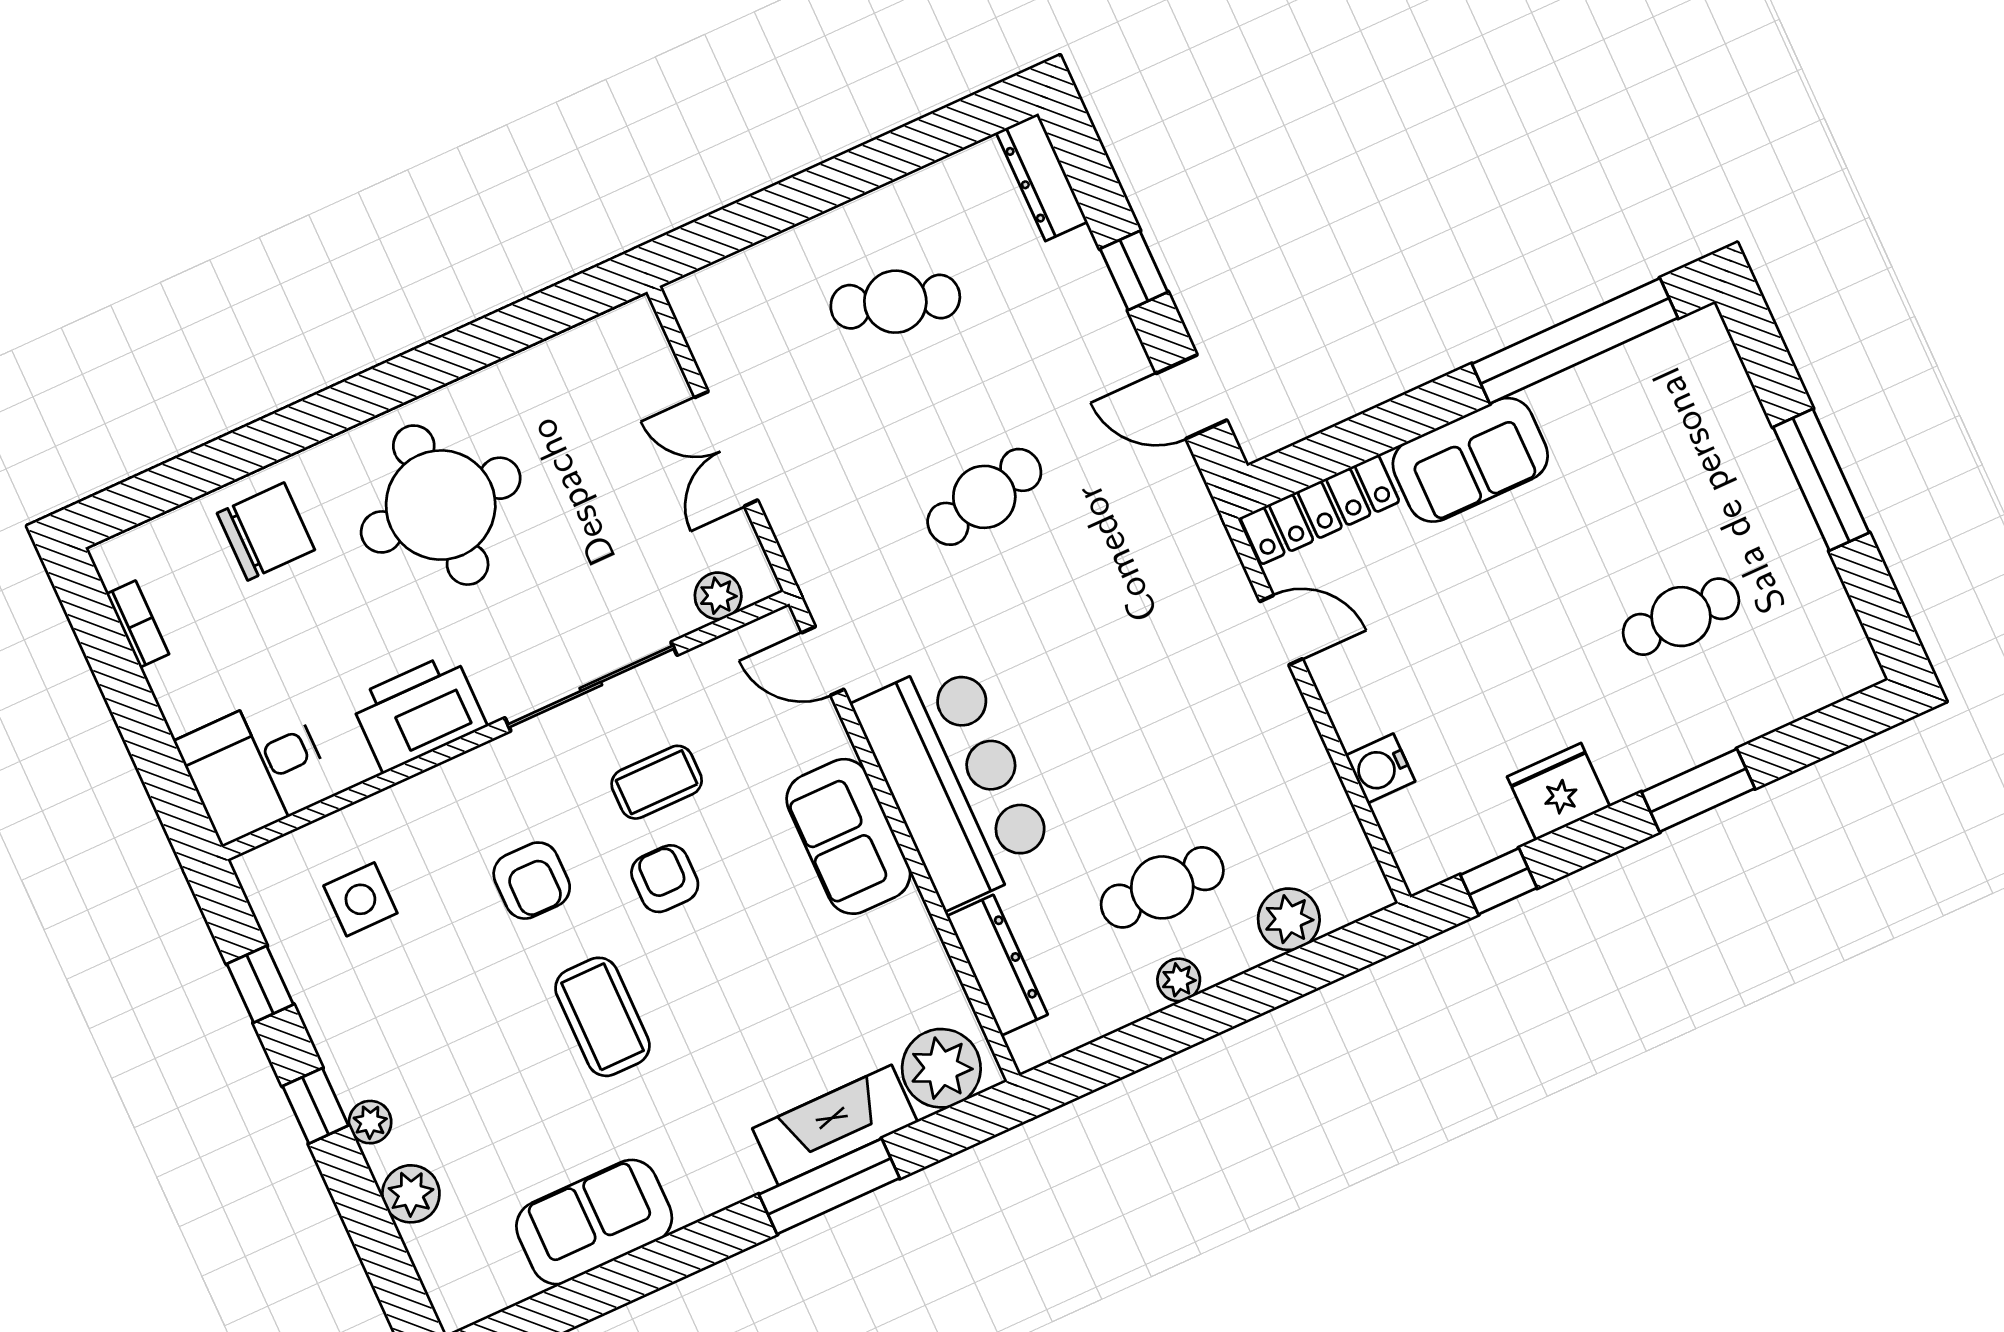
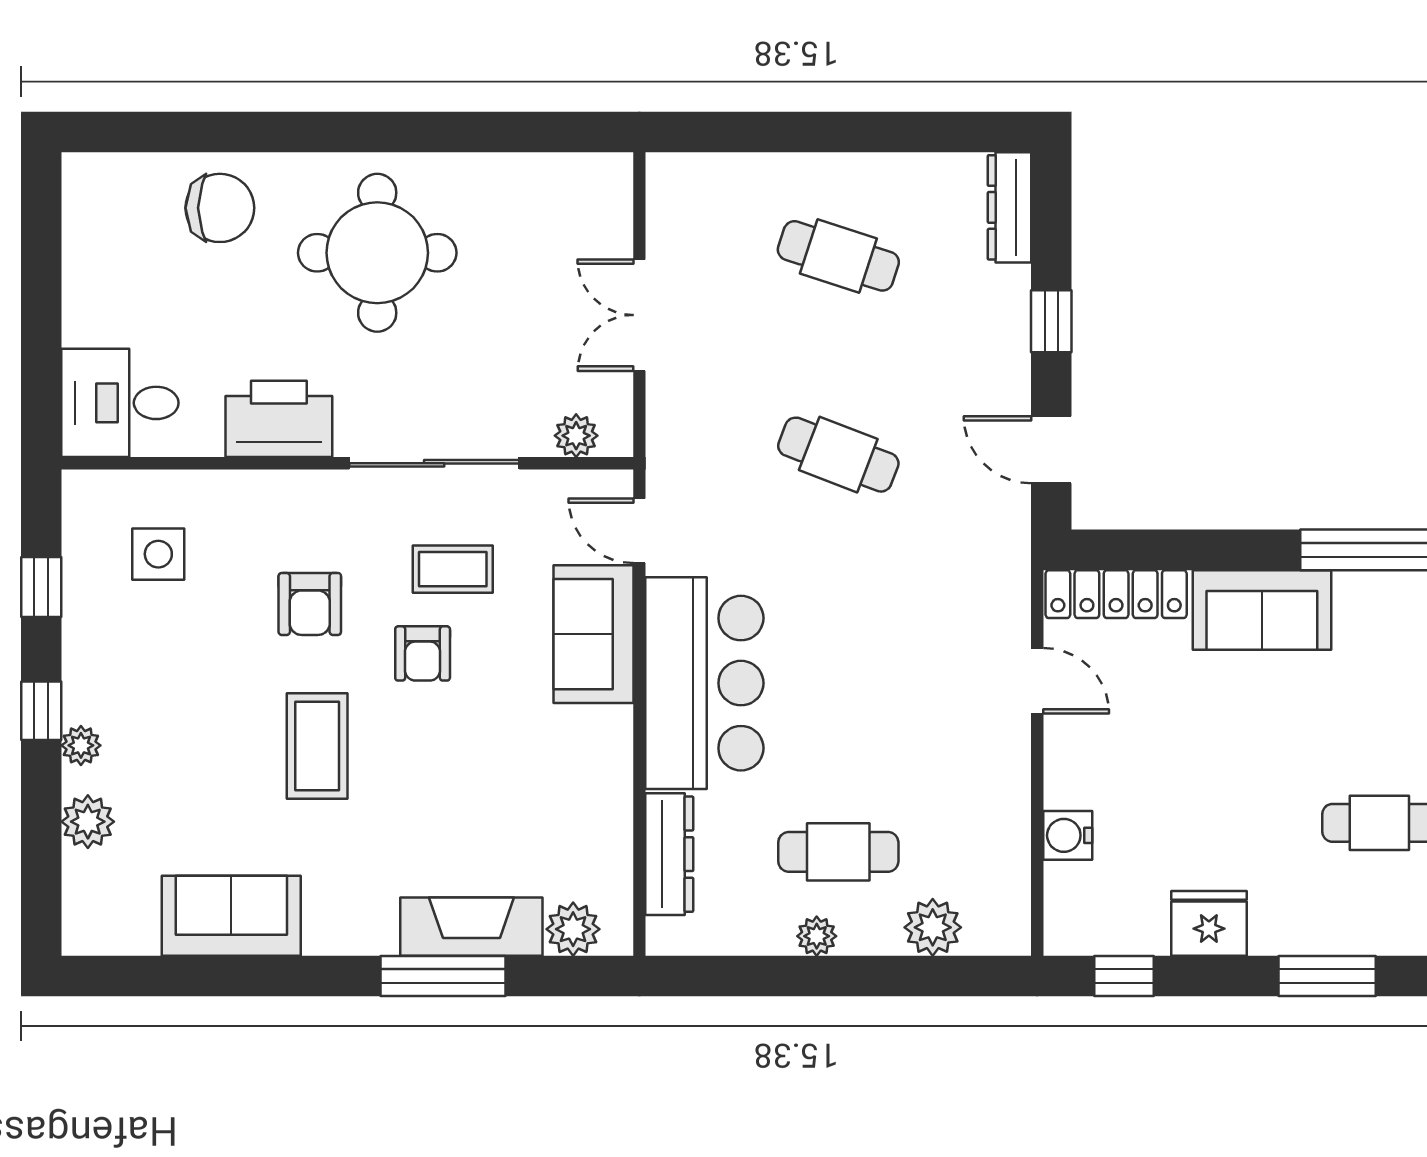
cafe table: (984, 497) -> (838, 455), turned 33
bookcase: (138, 624) -> (76, 237), removed
sofa: (848, 836) -> (593, 634), moved
armchair: (665, 879) -> (423, 653), turned 180
plant: (941, 1068) -> (573, 929), width x0.73, depth x0.73

